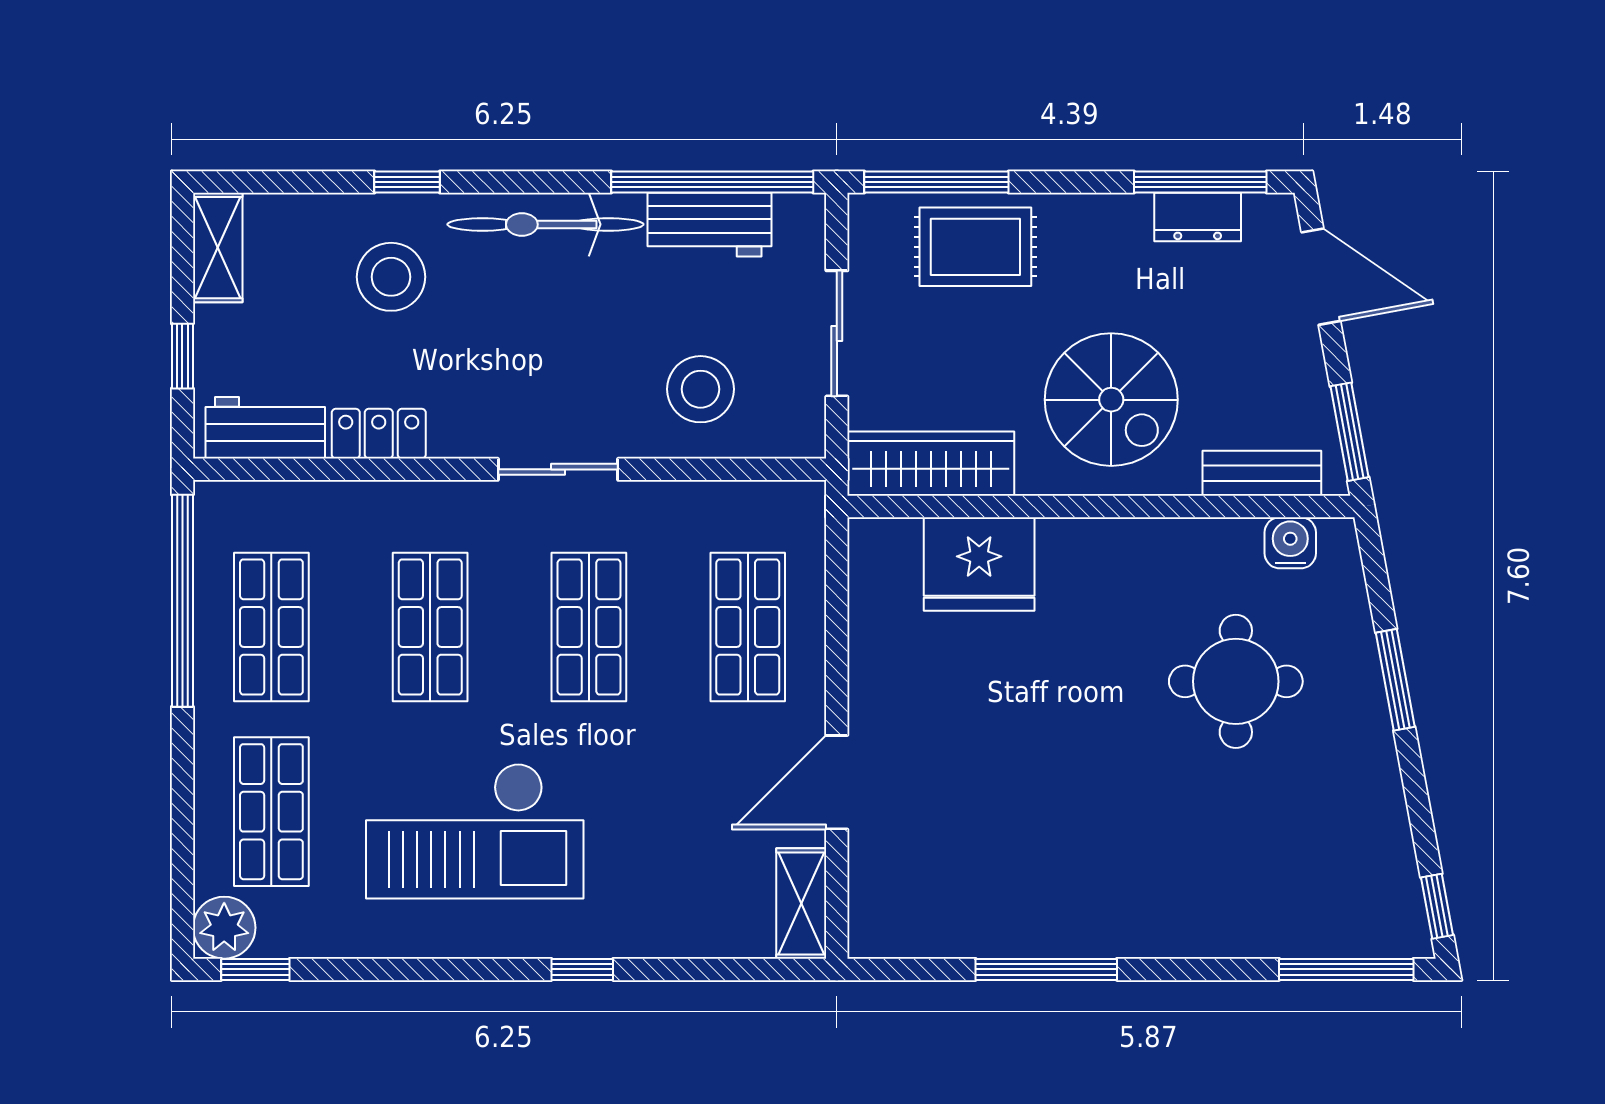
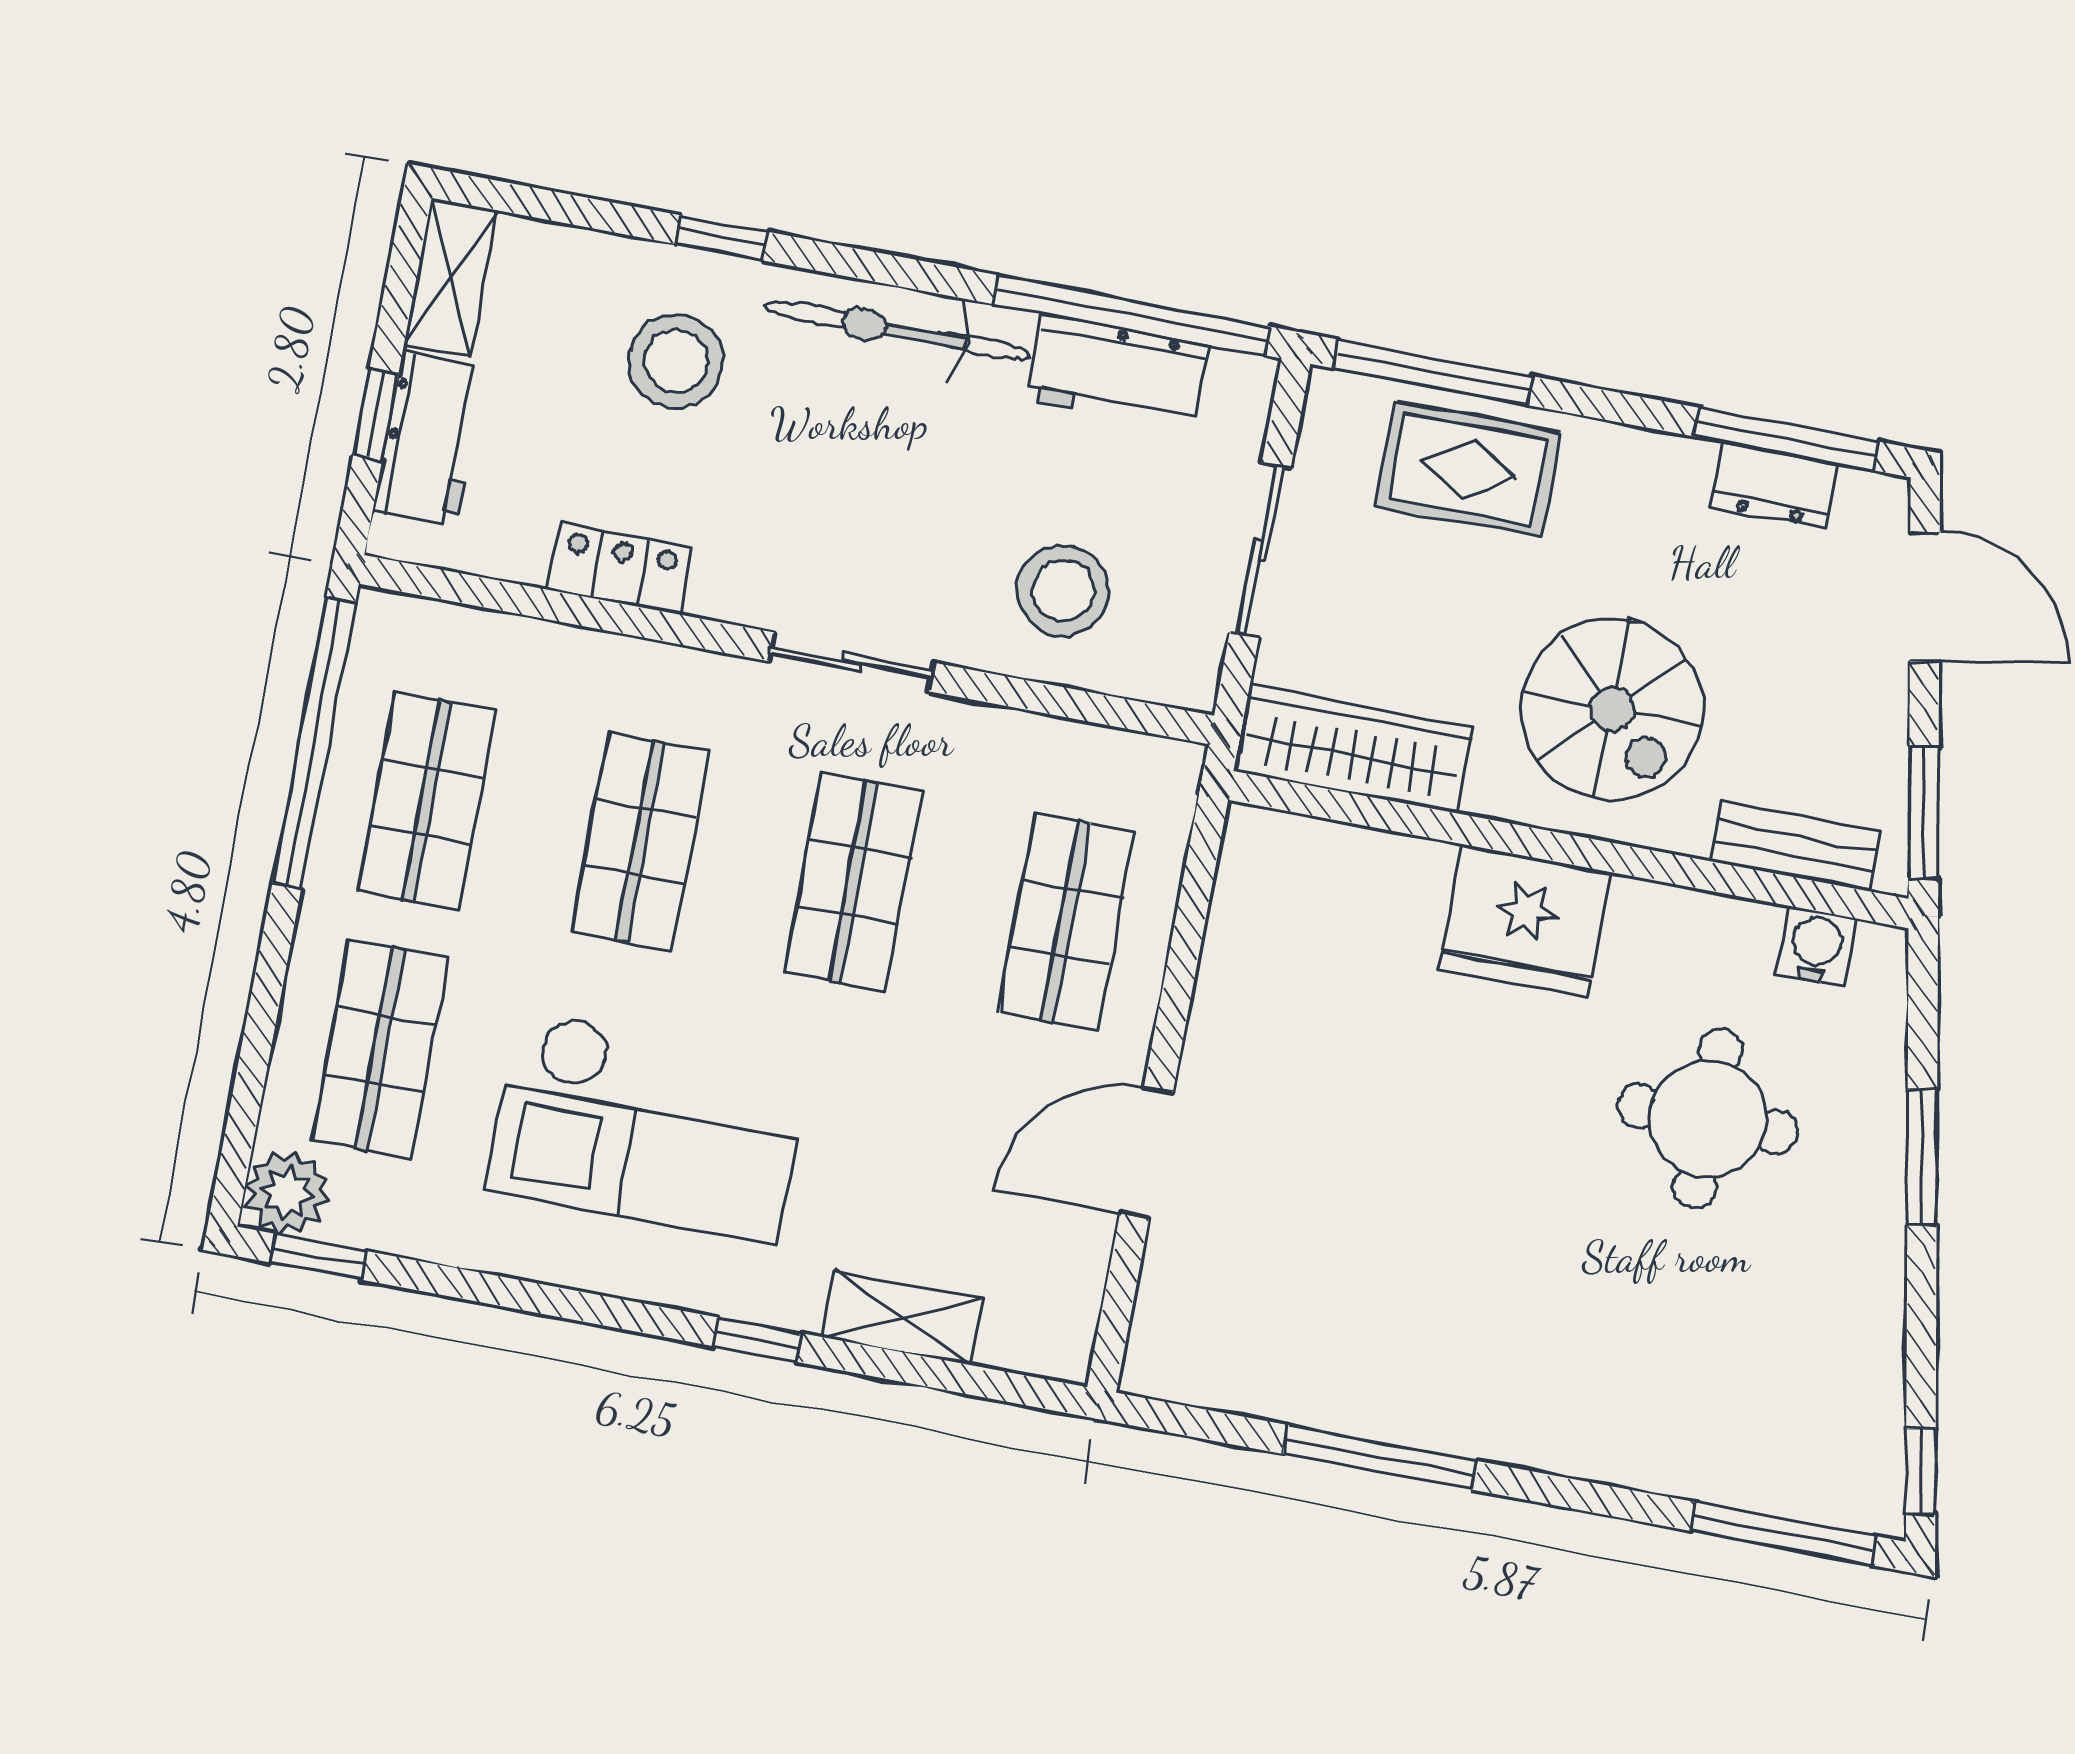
workbench: (265, 428) -> (429, 439), moved, turned 90
fridge: (979, 564) -> (1525, 921), moved
shelving: (801, 903) -> (902, 1318), moved, turned 90

